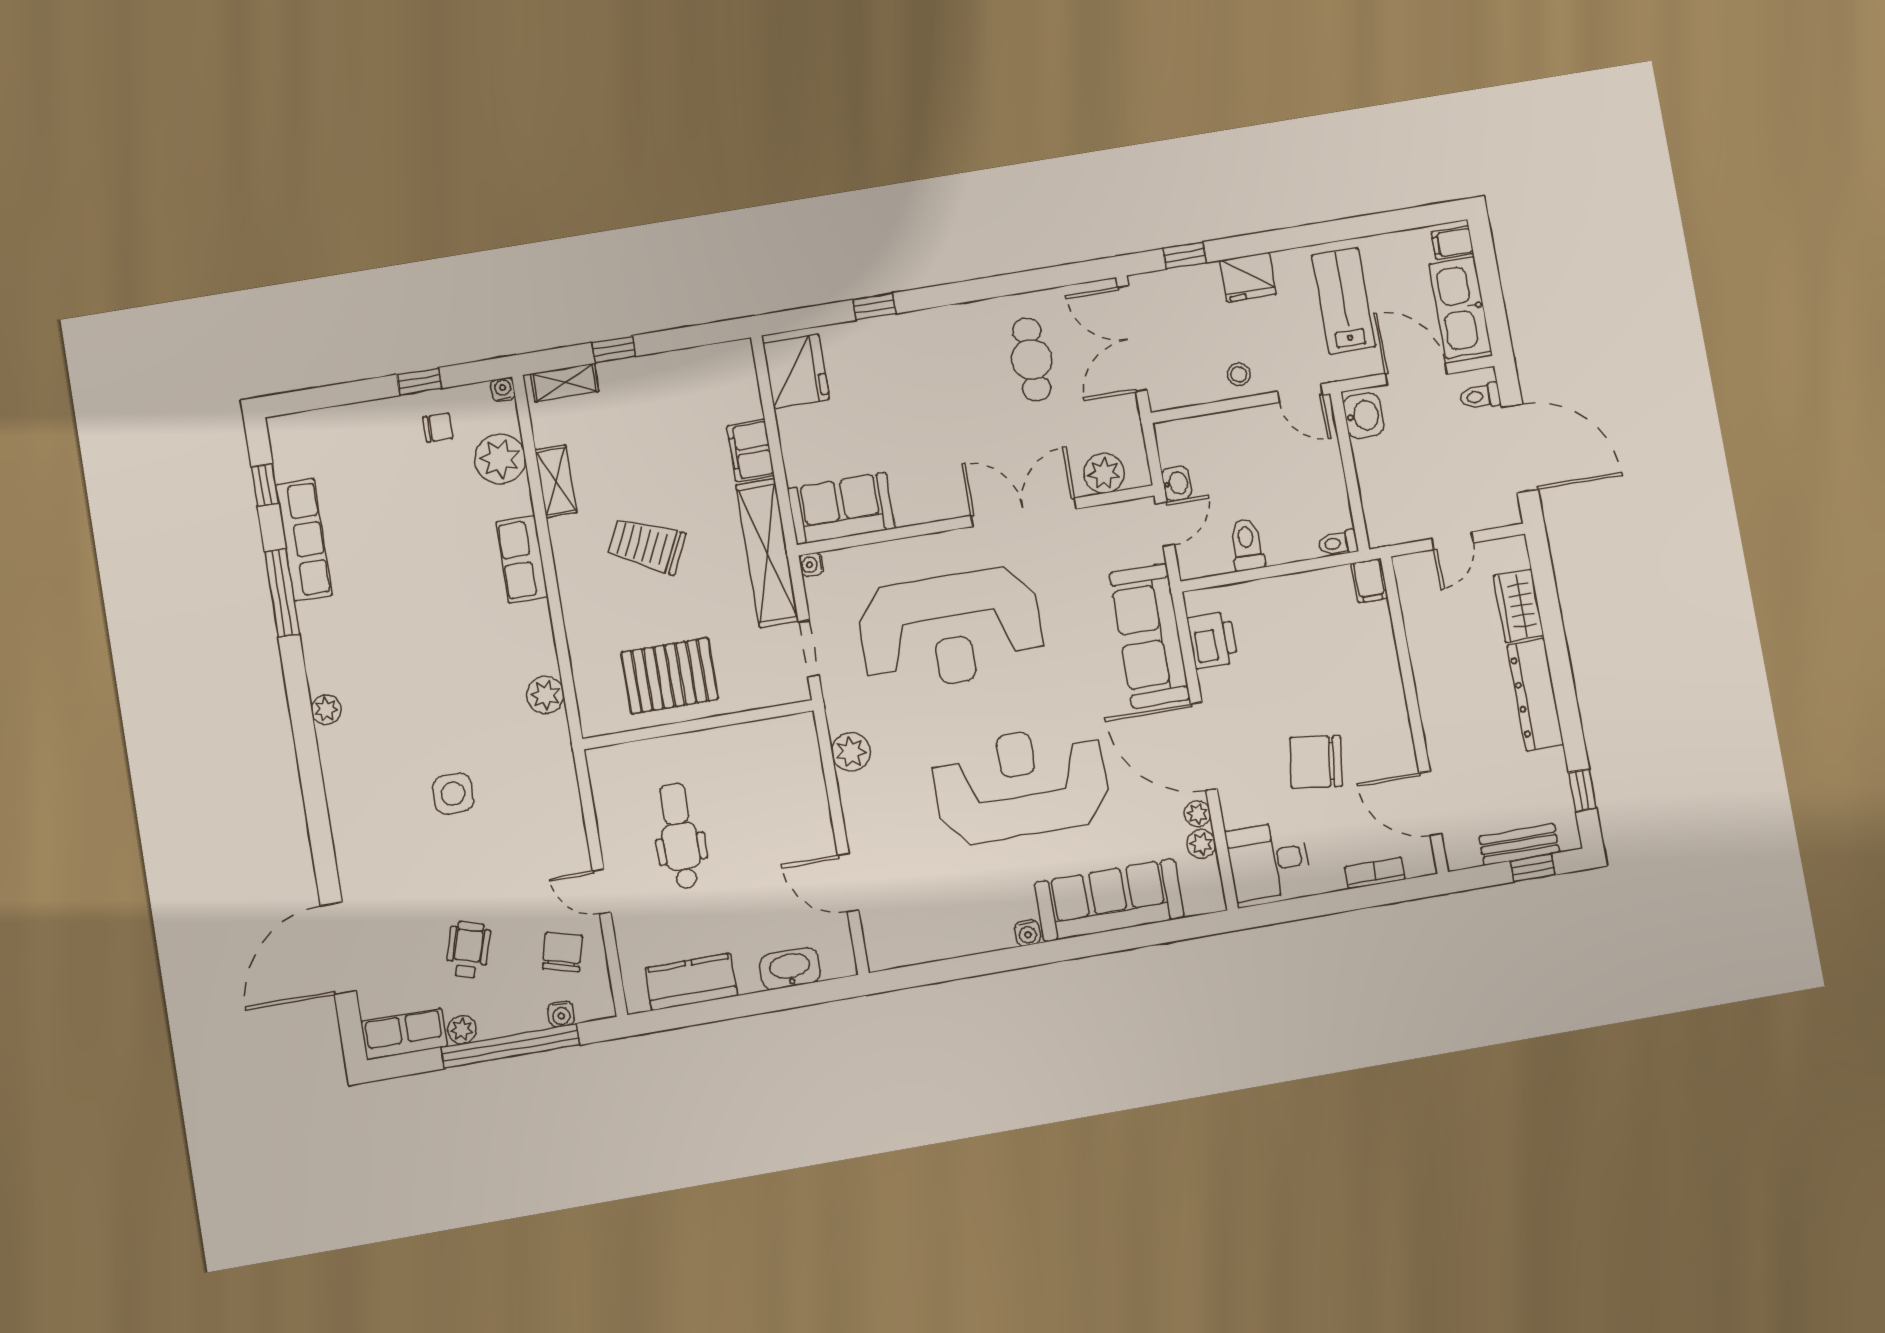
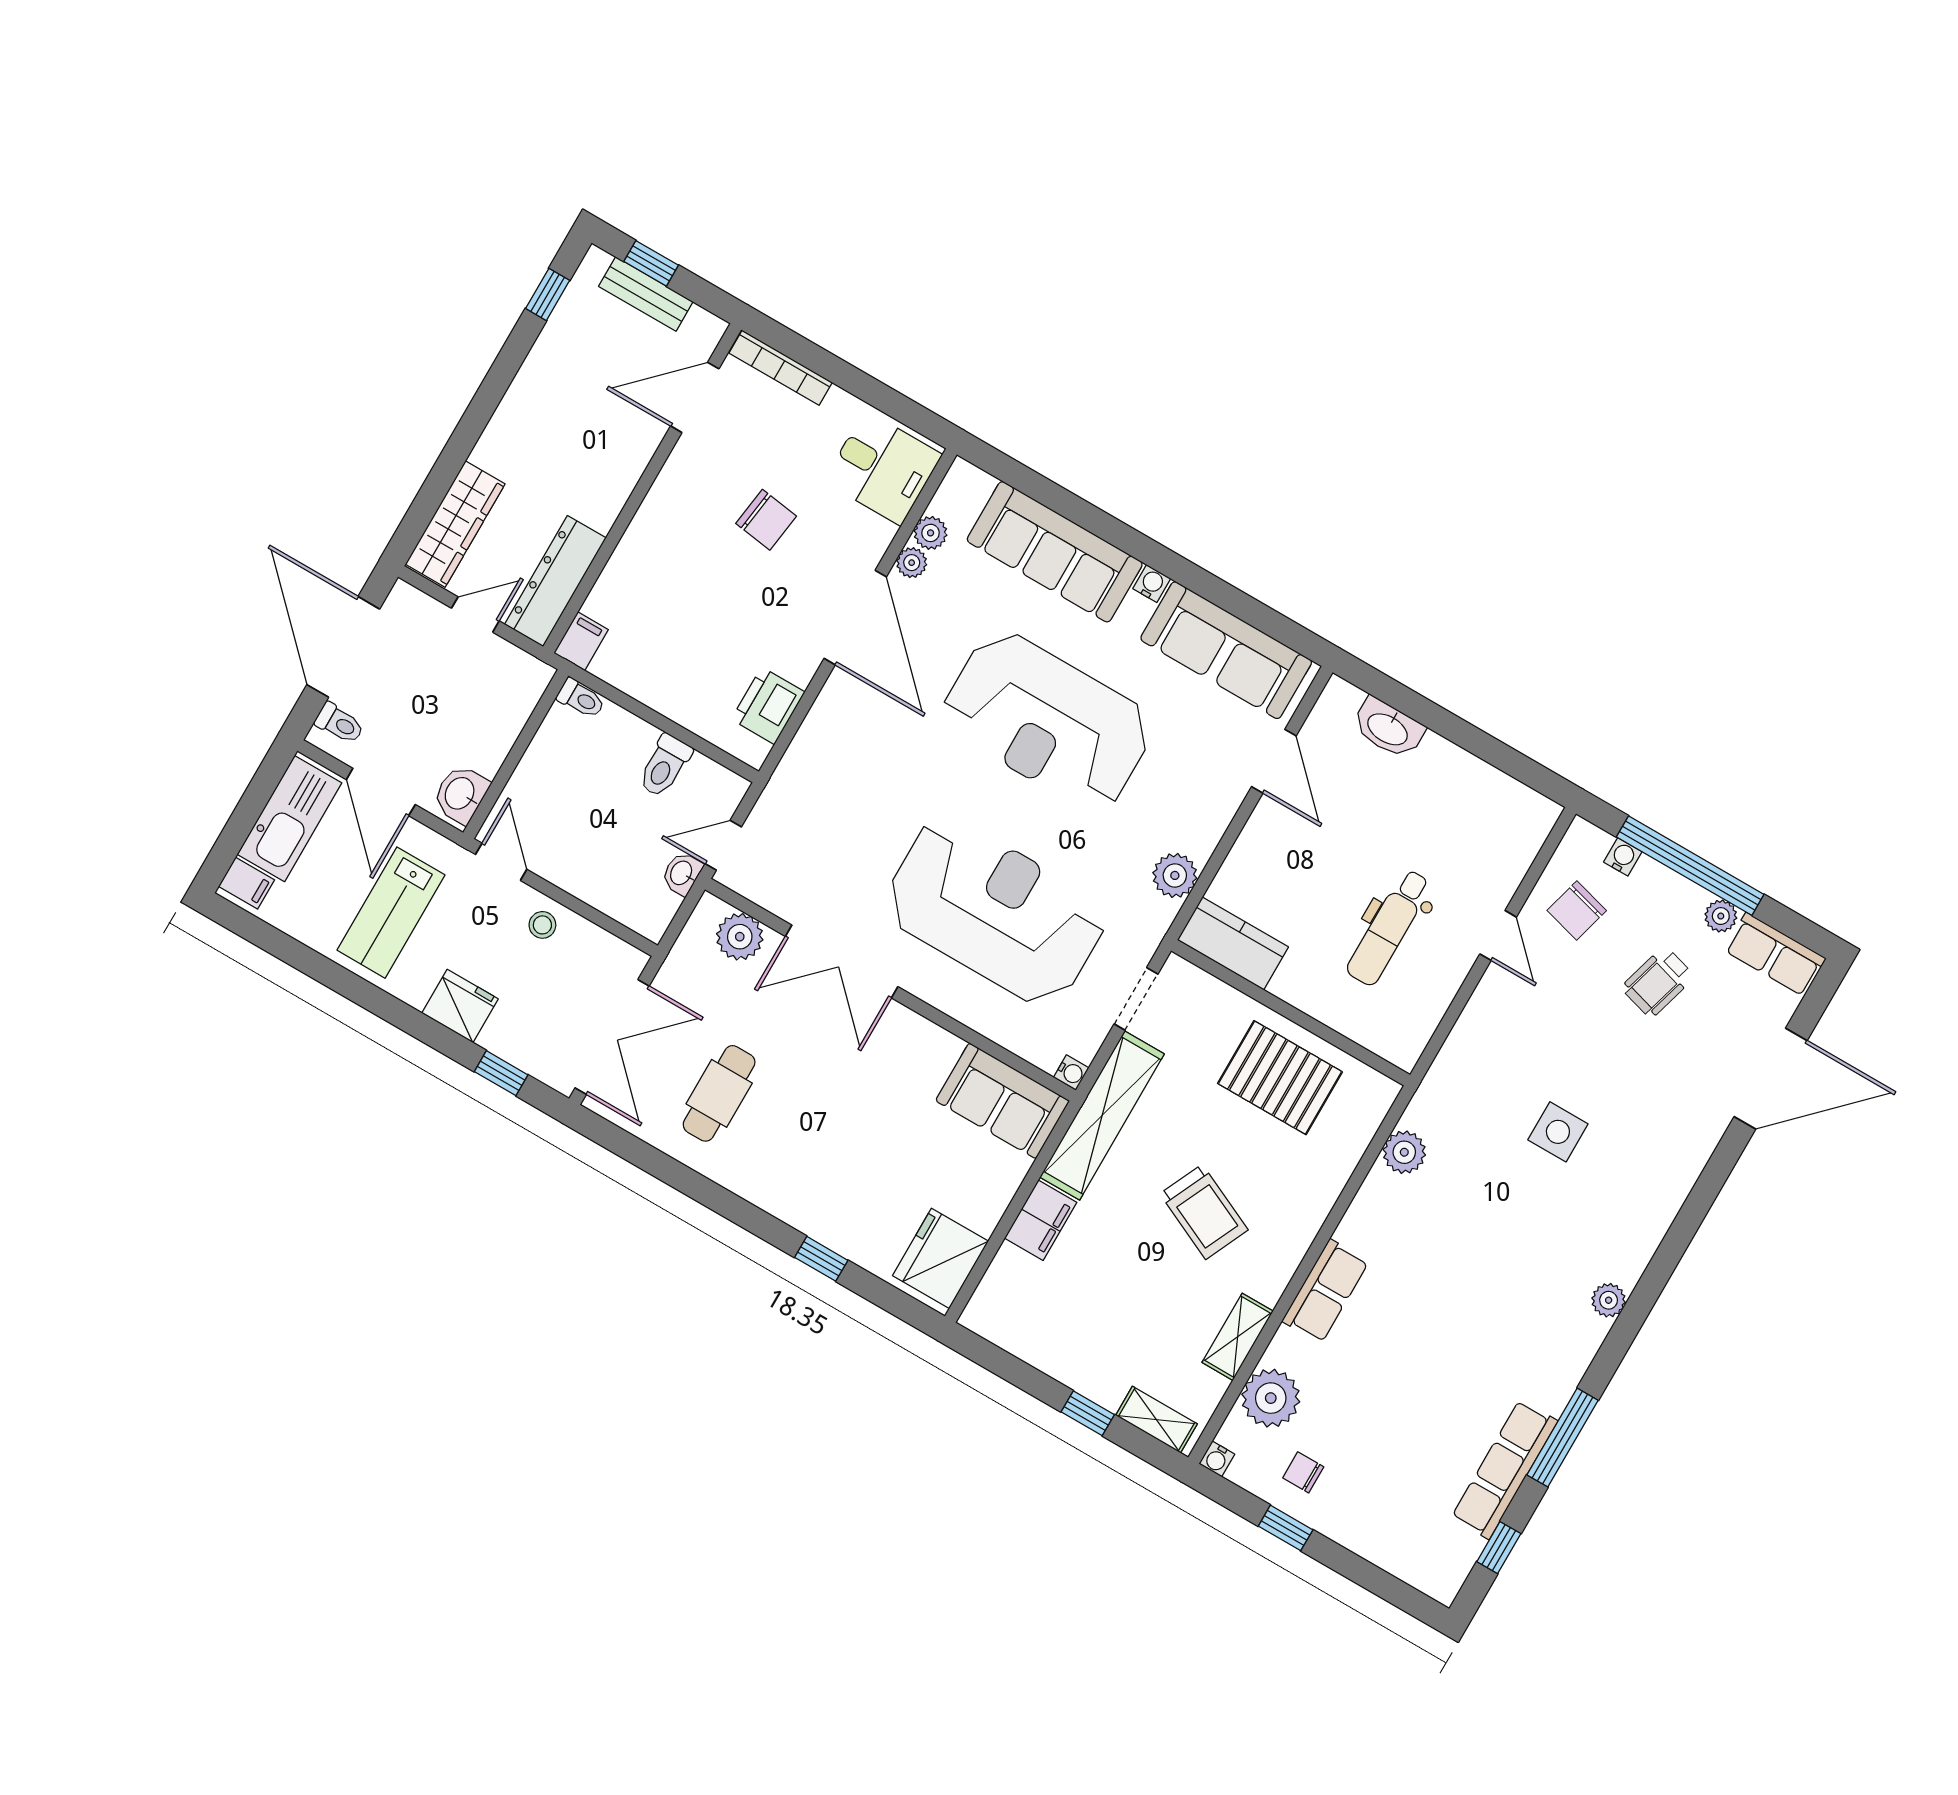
wardrobe: (1518, 606) -> (455, 524), width x1.50
sofa: (1150, 636) -> (1226, 650), moved, turned 90
dresser: (1535, 695) -> (555, 581), moved, turned 180
chair: (1316, 762) -> (766, 520), width x0.73, depth x0.73
door: (1430, 803) -> (695, 397), swing flipped
bookcase: (1375, 873) -> (781, 368), width x1.56
kitchen counter: (691, 982) -> (1233, 943), moved, turned 180

